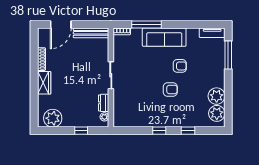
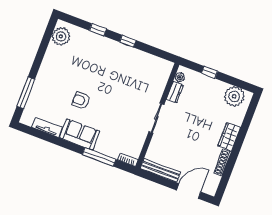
tv unit: (212, 33) -> (47, 127), moved
sofa: (164, 37) -> (80, 134), width x0.73
armchair: (170, 89) -> (100, 80), removed
plant: (217, 96) -> (54, 55), removed

